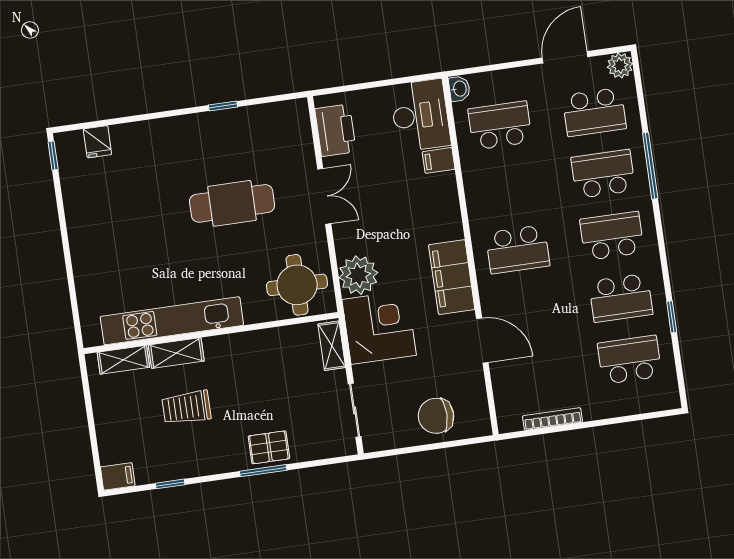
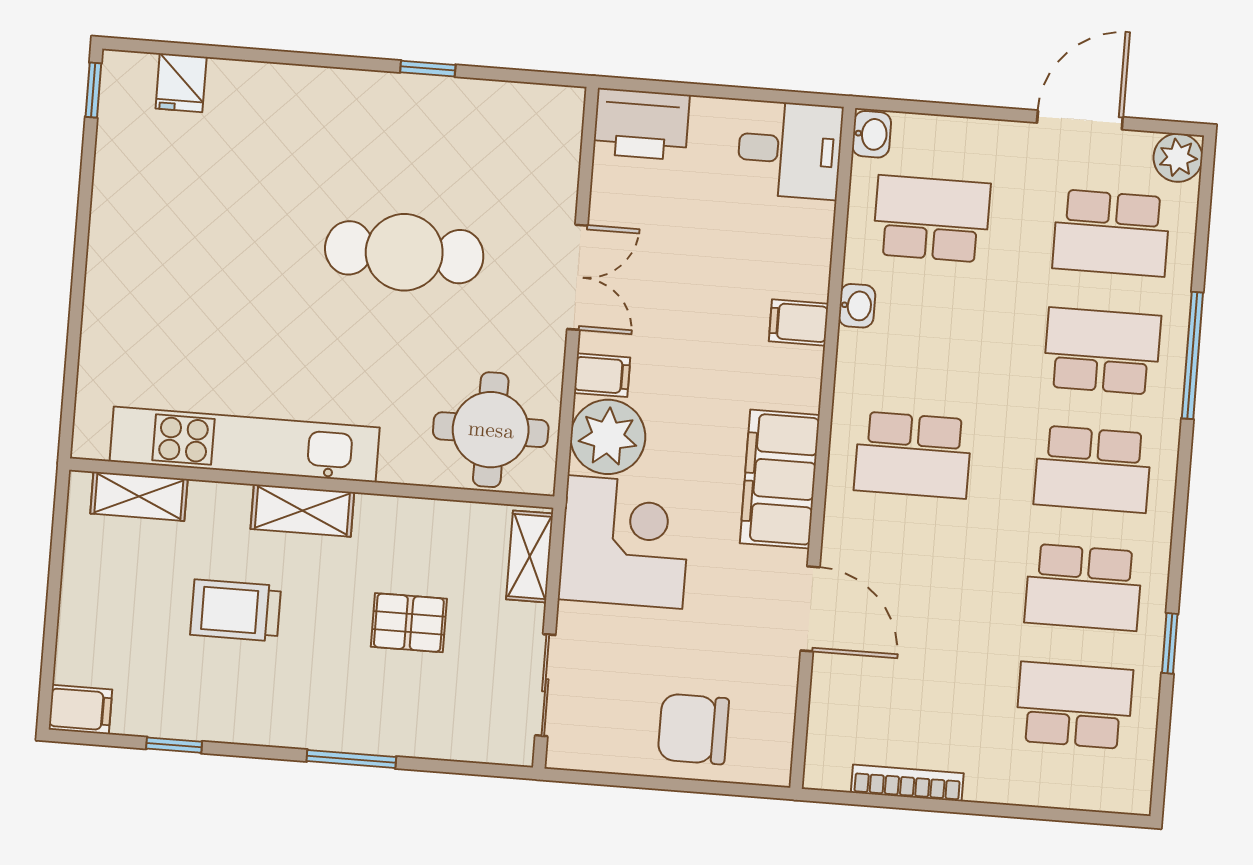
desk: (420, 115) -> (790, 150), width x0.73
printer: (335, 130) -> (641, 124), moved, turned 90
filing cabinet: (439, 160) -> (799, 322), moved
washbasin: (472, 179) -> (857, 306), added
school desk: (612, 236) -> (1093, 469), turned 180
filing cabinet: (348, 244) -> (602, 375), added
shelving: (176, 353) -> (302, 511), moved
pallet: (269, 447) -> (409, 623), moved

